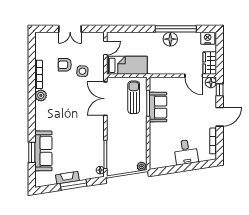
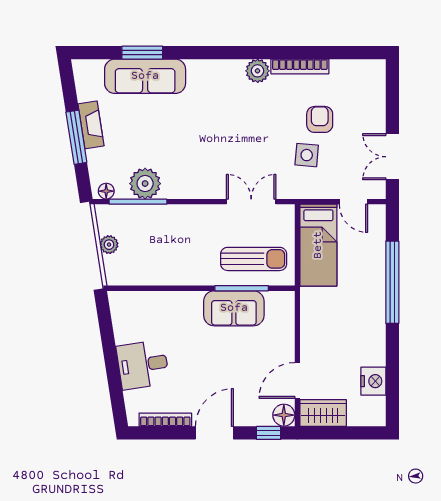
double door: (70, 29) -> (392, 157), moved
window: (176, 29) -> (392, 282), moved
nightstand: (208, 38) -> (373, 381), moved
floor lamp: (170, 39) -> (372, 333), removed
double door: (105, 99) -> (251, 202), width x0.73
door: (220, 117) -> (214, 433), swing flipped
plant: (96, 151) -> (145, 184), added
plant: (142, 166) -> (109, 245), moved

